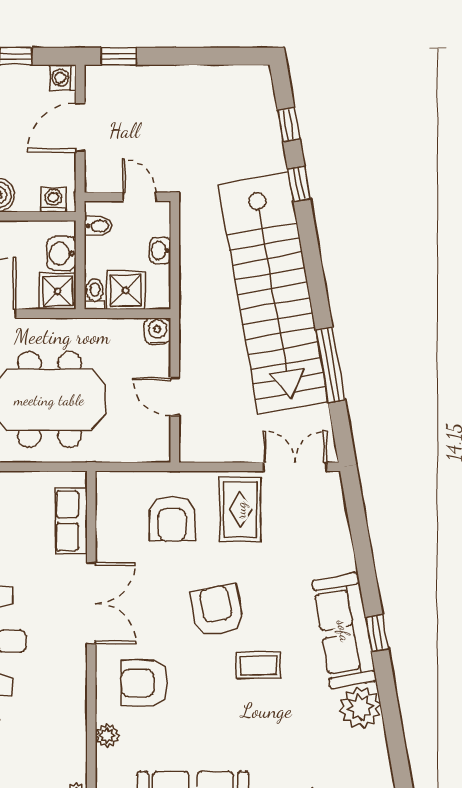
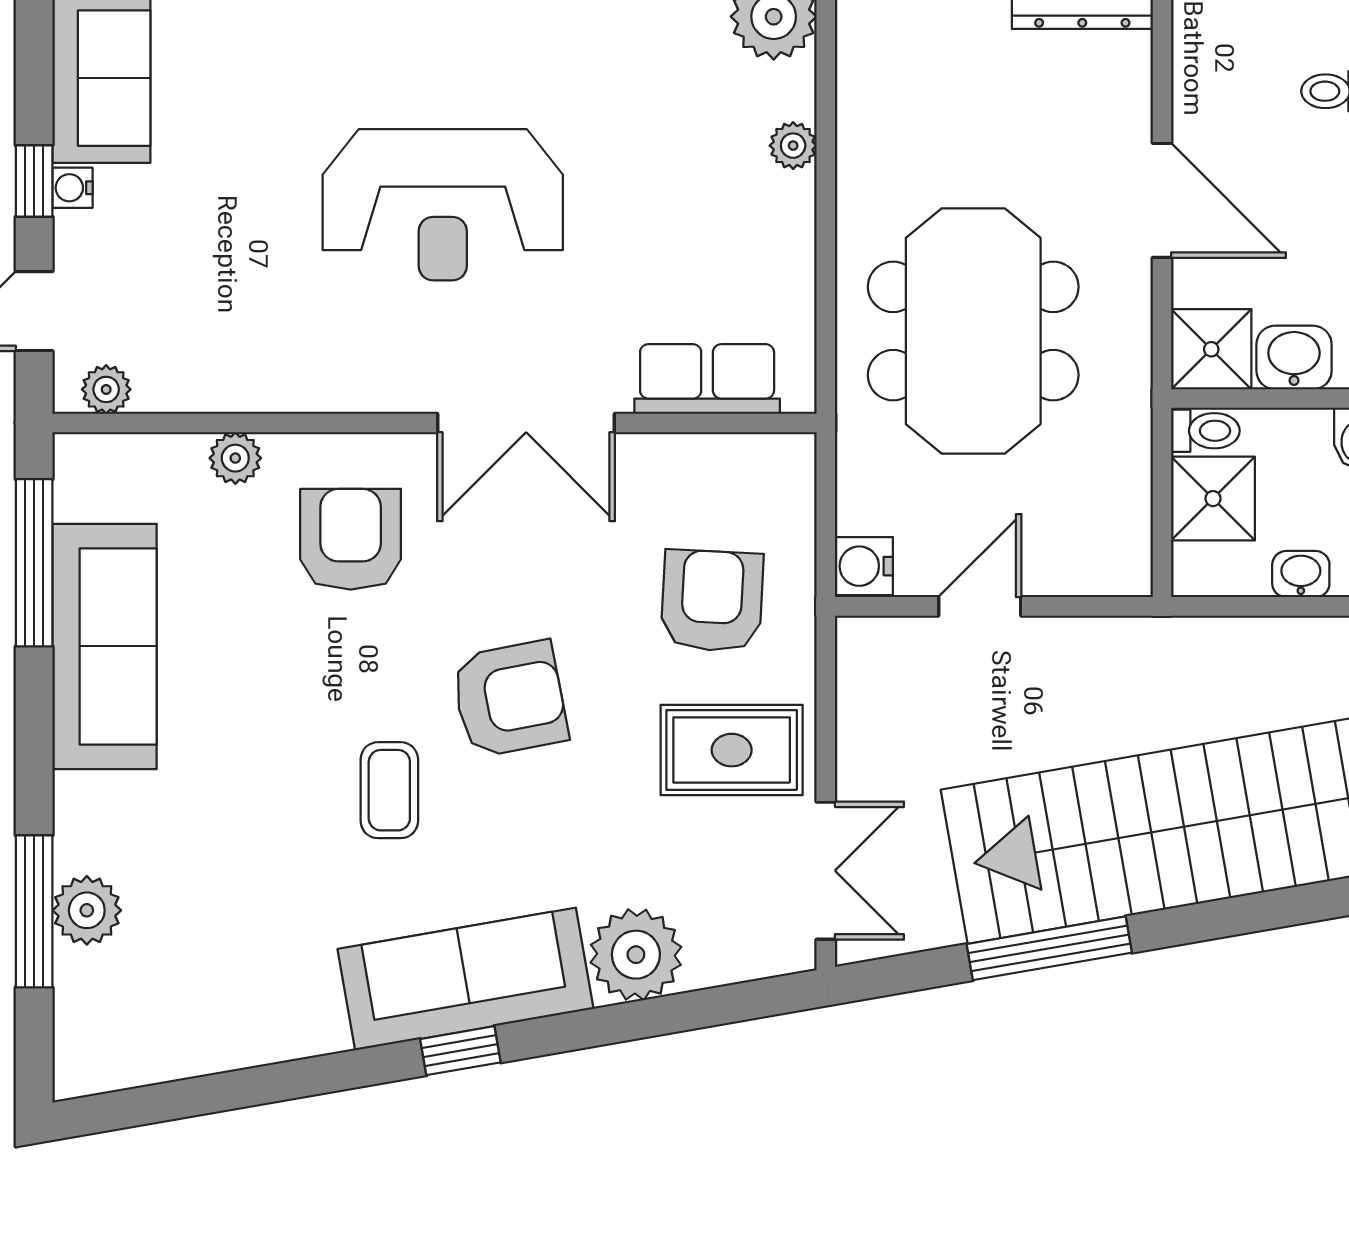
water cooler: (157, 331) -> (864, 566), moved, turned 180
armchair: (172, 518) -> (712, 601), turned 93
plant: (360, 707) -> (636, 955), moved

